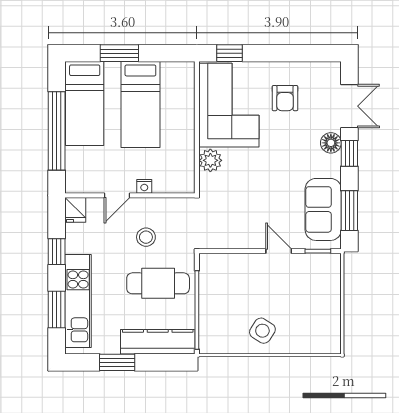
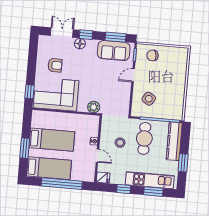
plant: (210, 160) -> (94, 107), moved
chair: (320, 285) -> (153, 55), added
side table: (262, 331) -> (149, 99), moved

